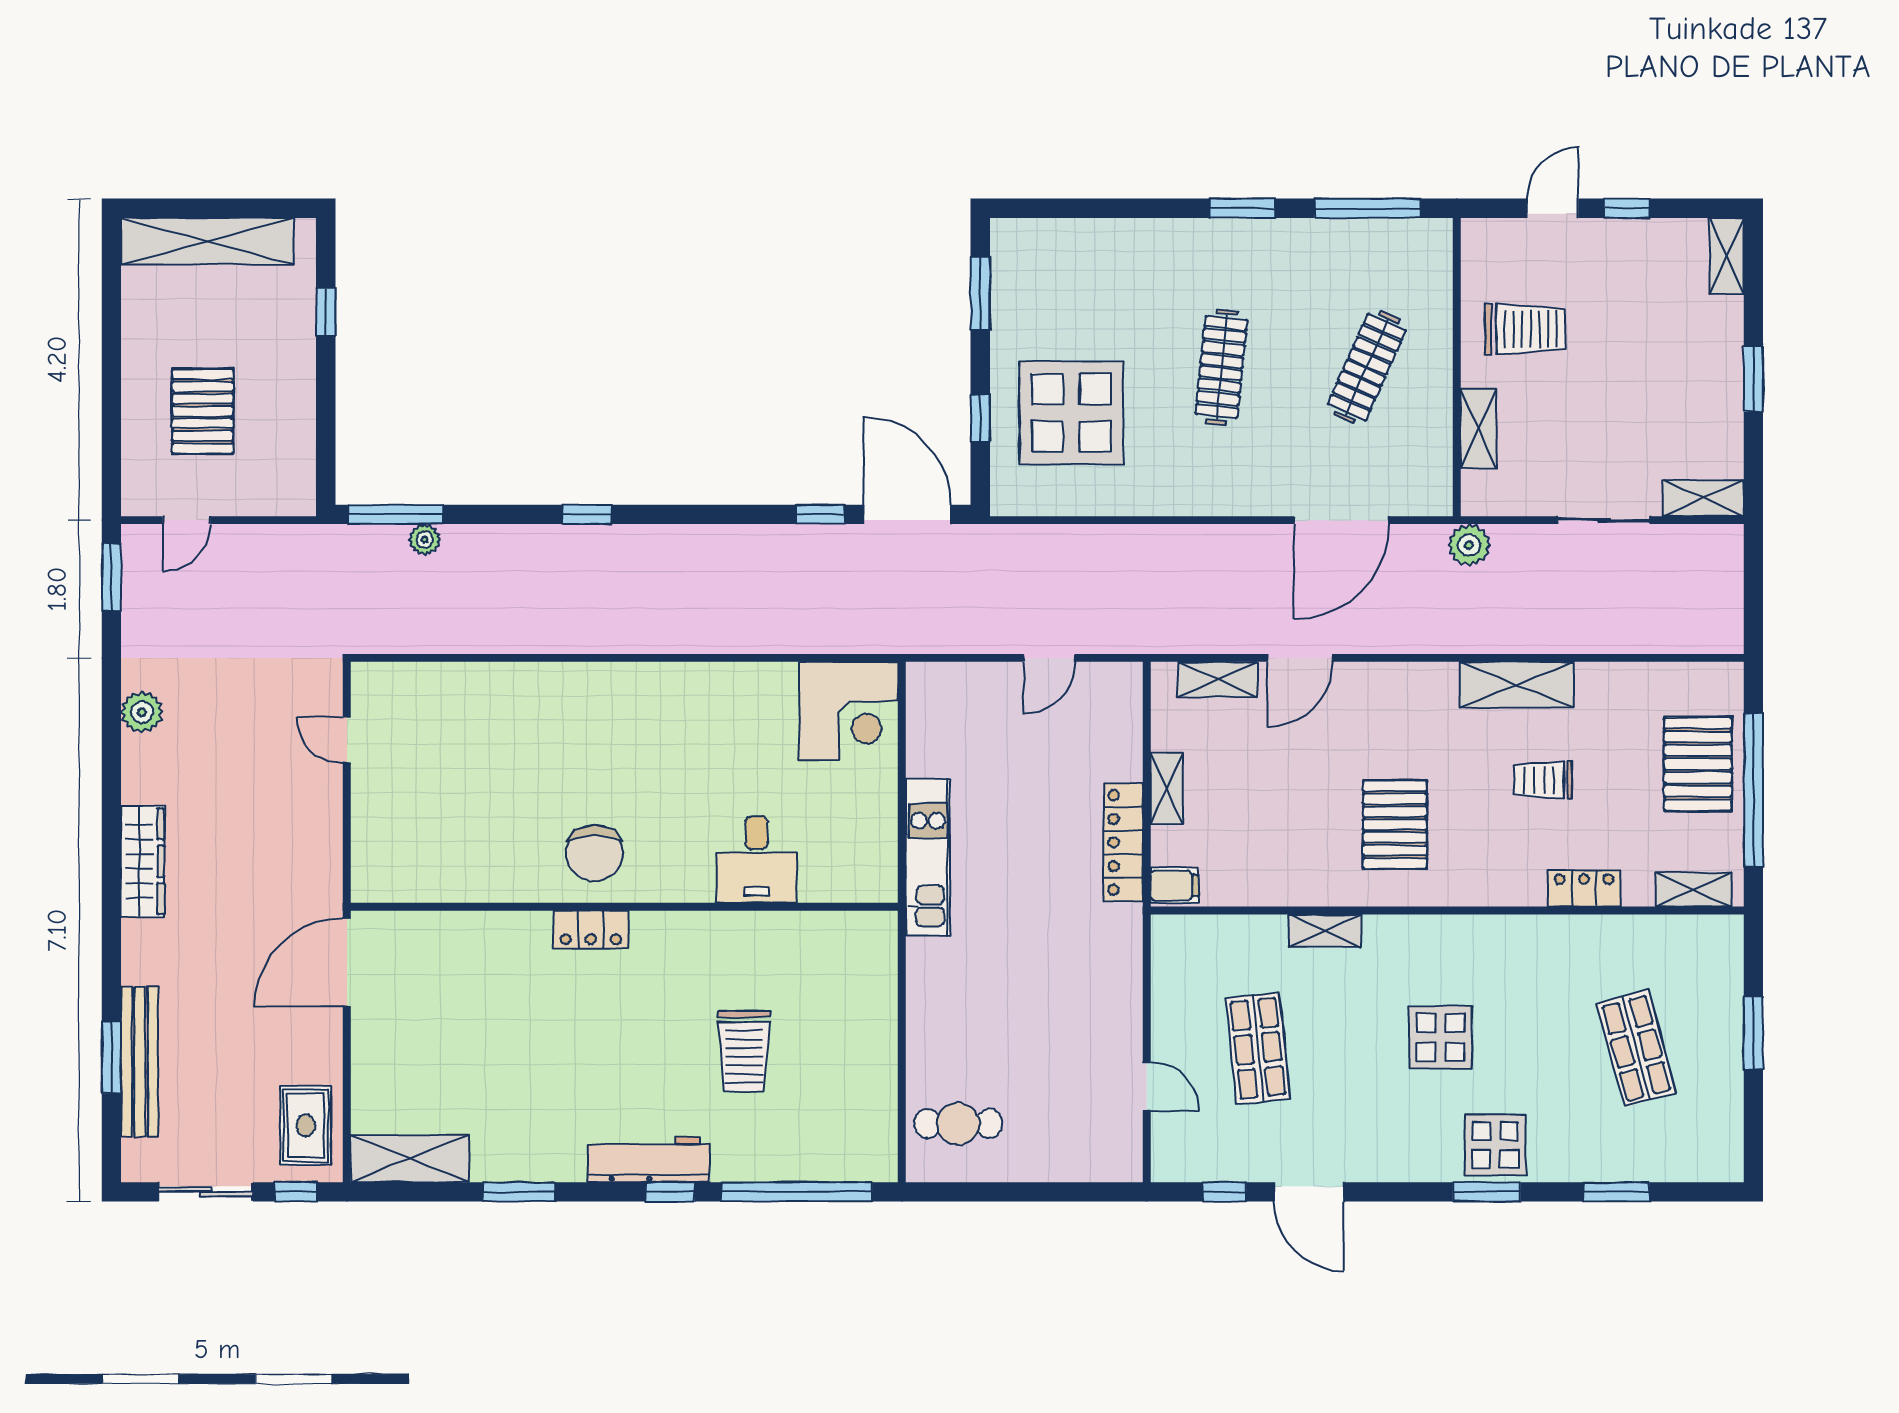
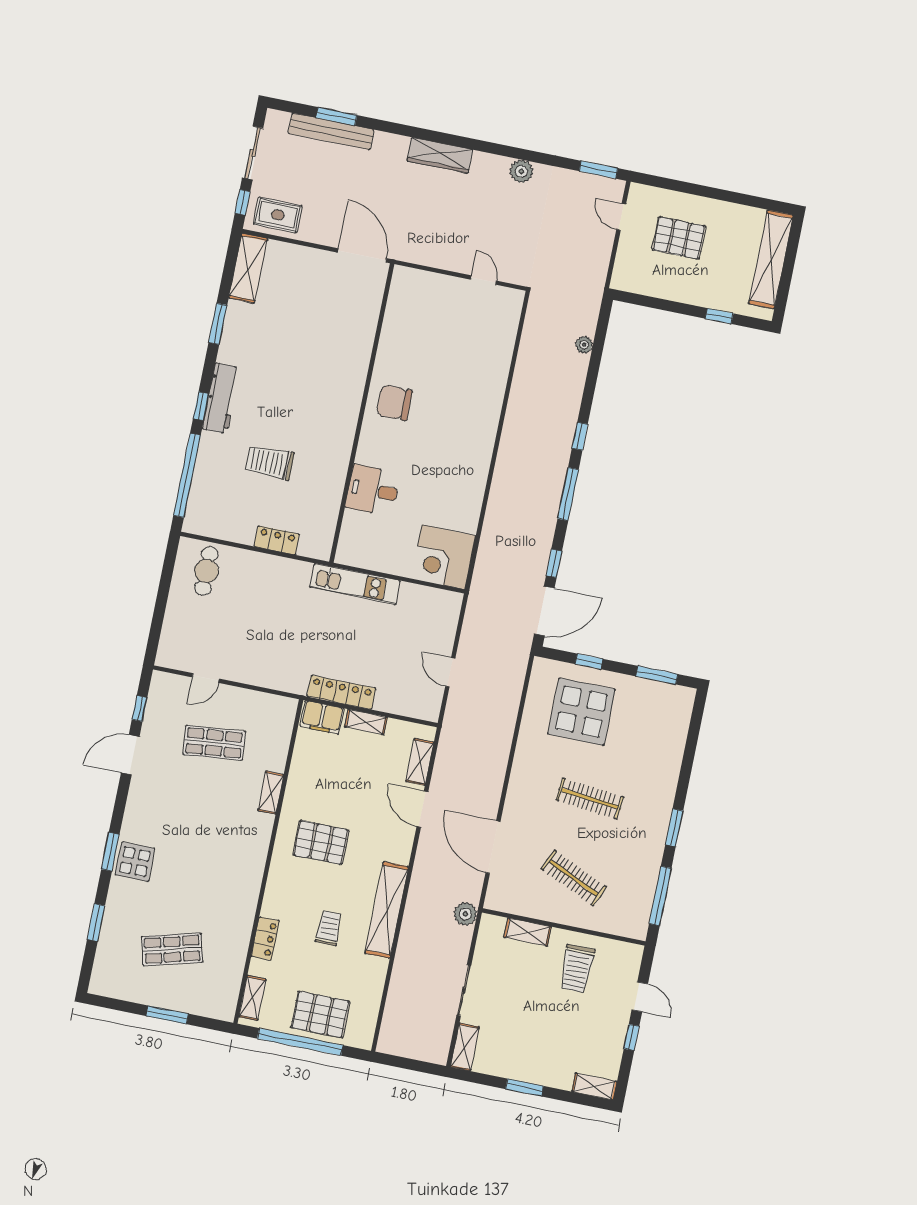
window: (396, 514) -> (568, 494), moved
shelving: (1517, 685) -> (387, 910), width x1.47
door: (347, 740) -> (483, 280), hinge flipped
filing cabinet: (1174, 886) -> (322, 717), width x2.00
locker: (591, 930) -> (277, 540), moved, turned 90
display table: (1441, 1037) -> (200, 844), removed

